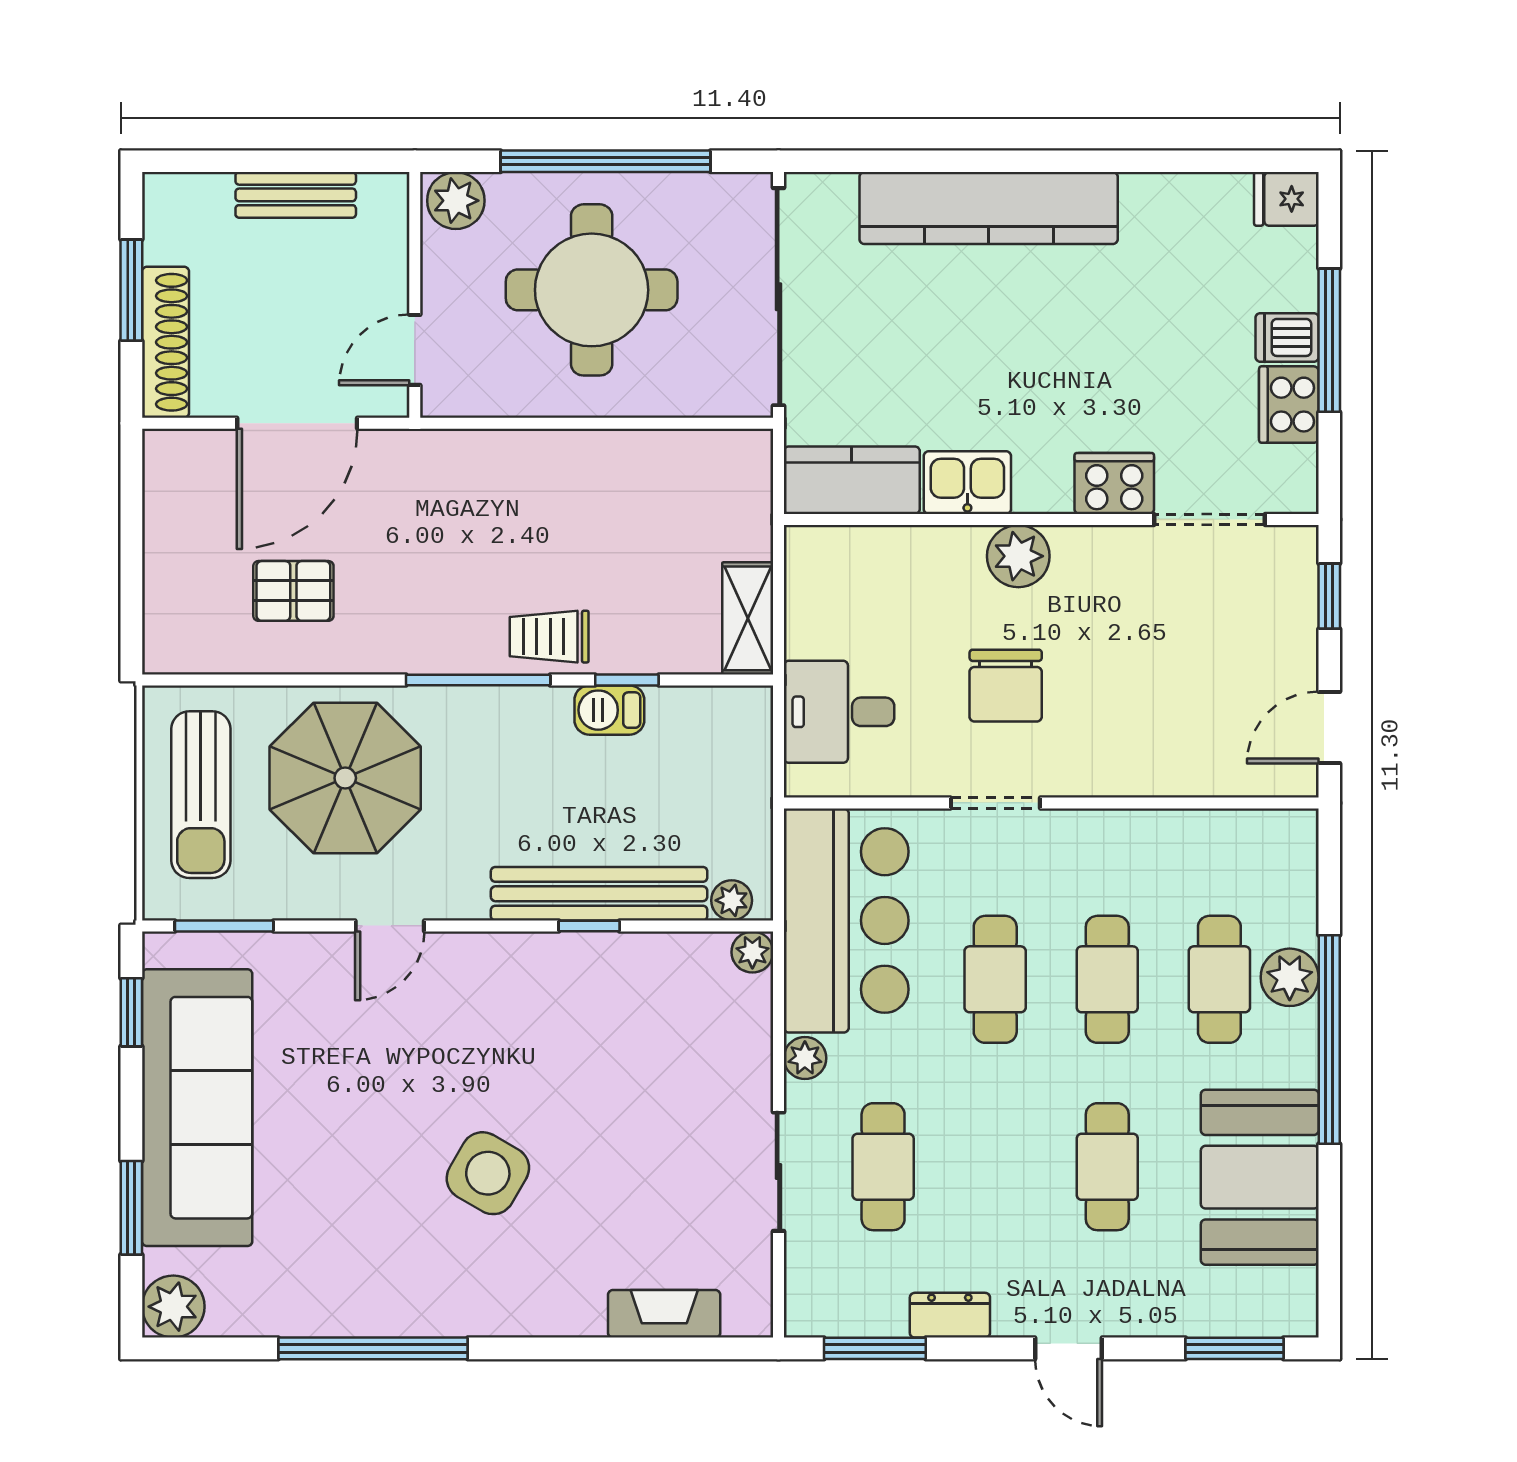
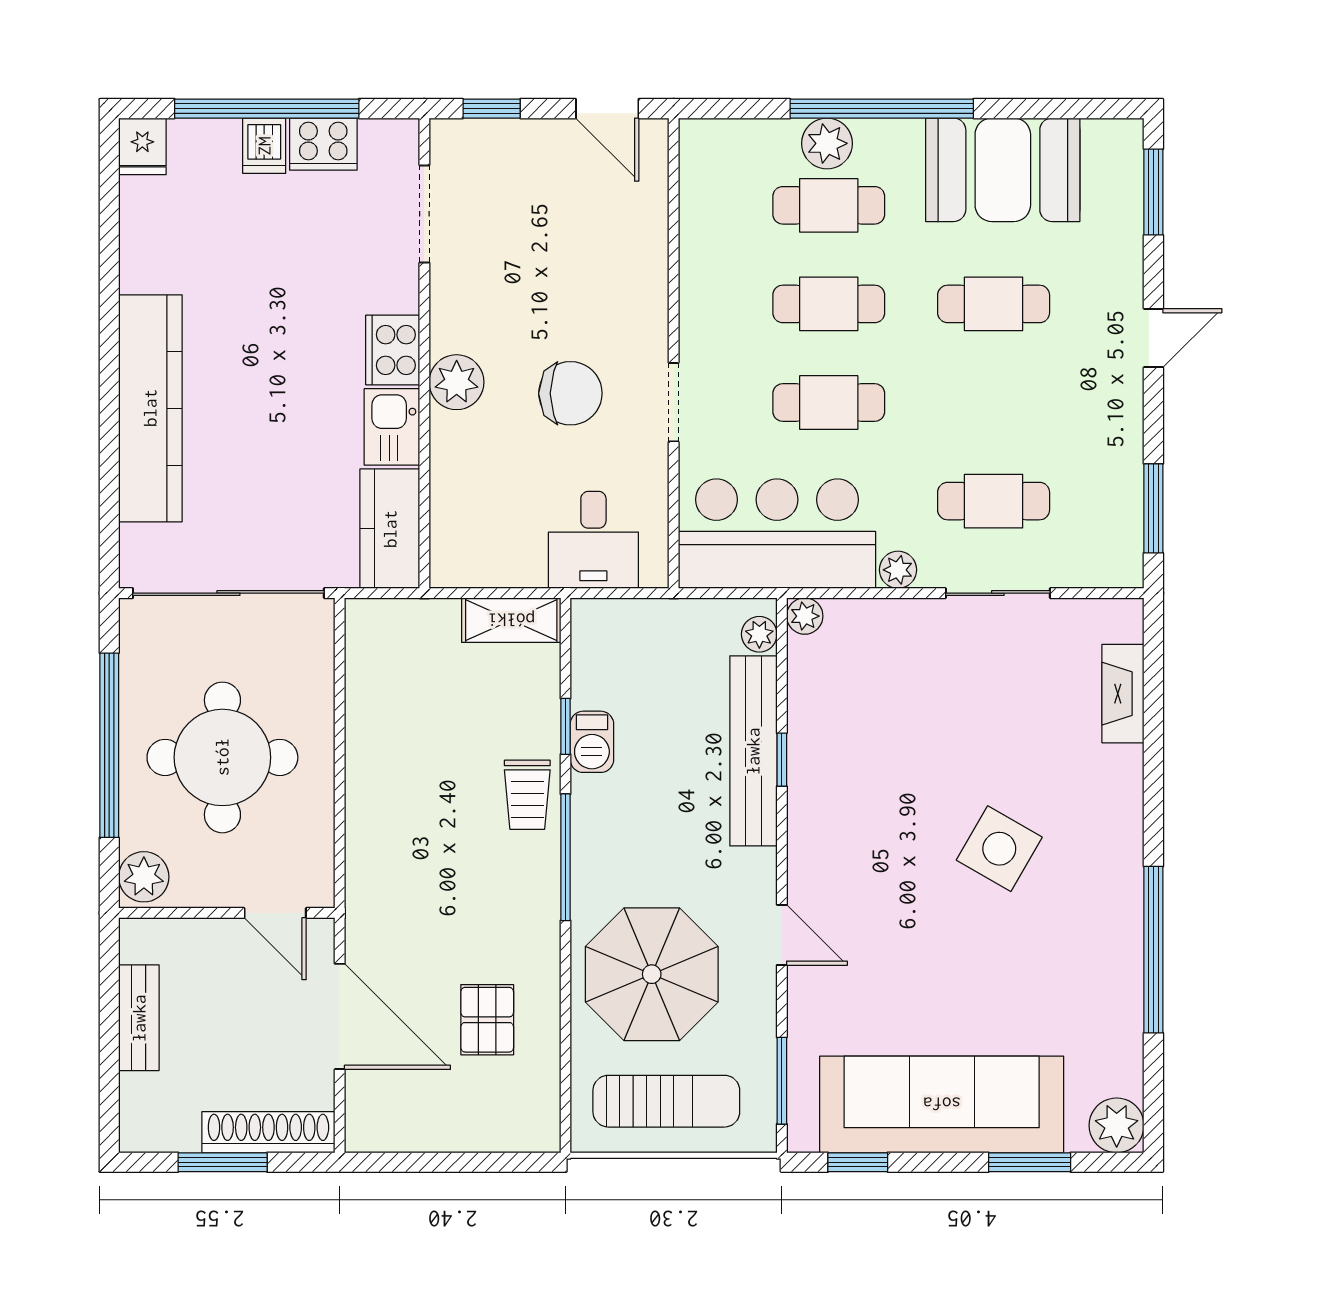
window: (1329, 340) -> (267, 109), width x1.46
cooker: (1114, 484) -> (393, 350), moved
dresser: (950, 1315) -> (1124, 442), removed

